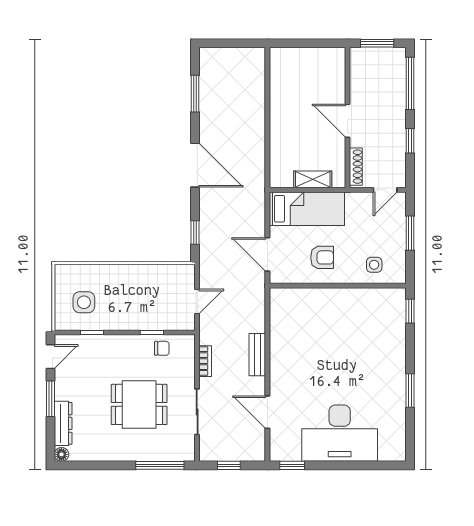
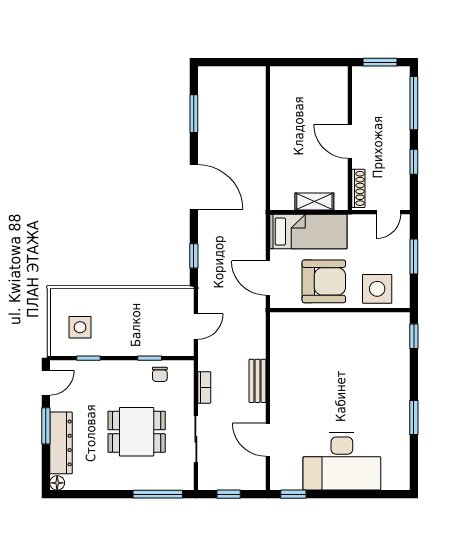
armchair: (322, 257) -> (324, 281), width x1.88, depth x1.88
side table: (374, 265) -> (377, 289), width x1.87, depth x1.87
chair: (162, 348) -> (160, 374), turned 90
dresser: (63, 423) -> (61, 443), width x1.37, depth x1.24

